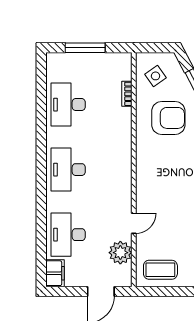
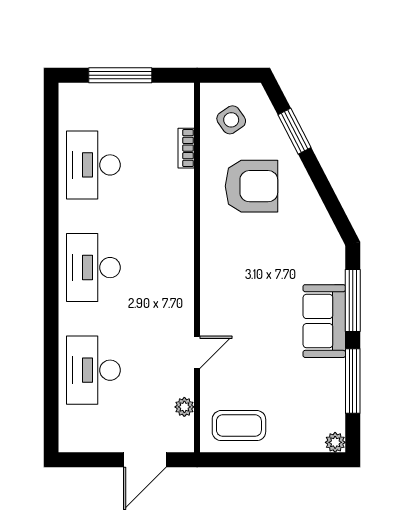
plant: (120, 253) -> (184, 407), width x0.53, depth x0.53
filing cabinet: (55, 273) -> (73, 431), removed

